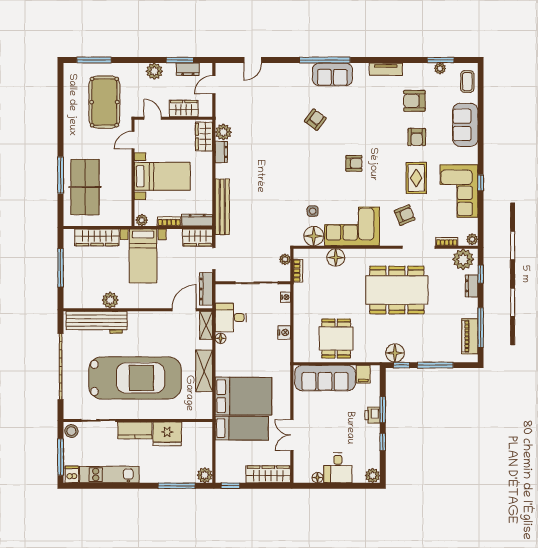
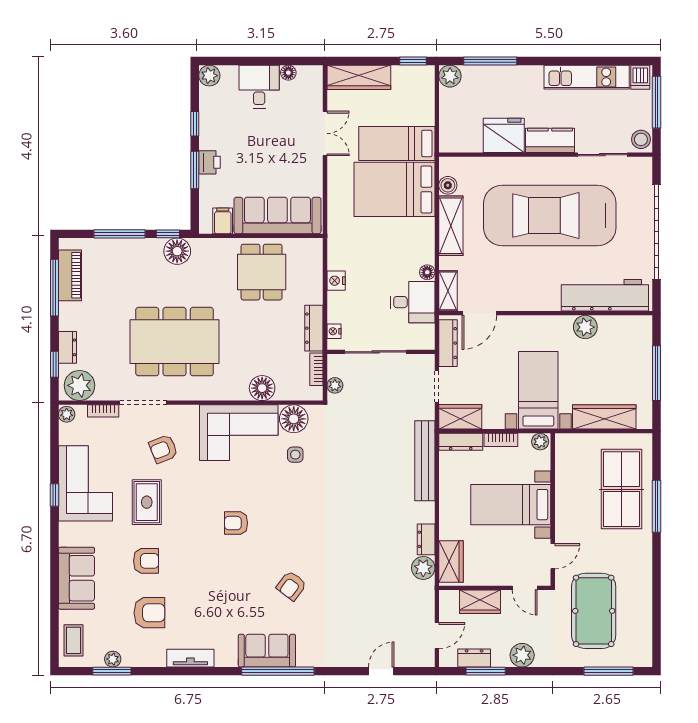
armchair: (417, 137) -> (146, 561), turned 90
dresser: (300, 299) -> (314, 328), added
boiler: (206, 399) -> (448, 185), added

